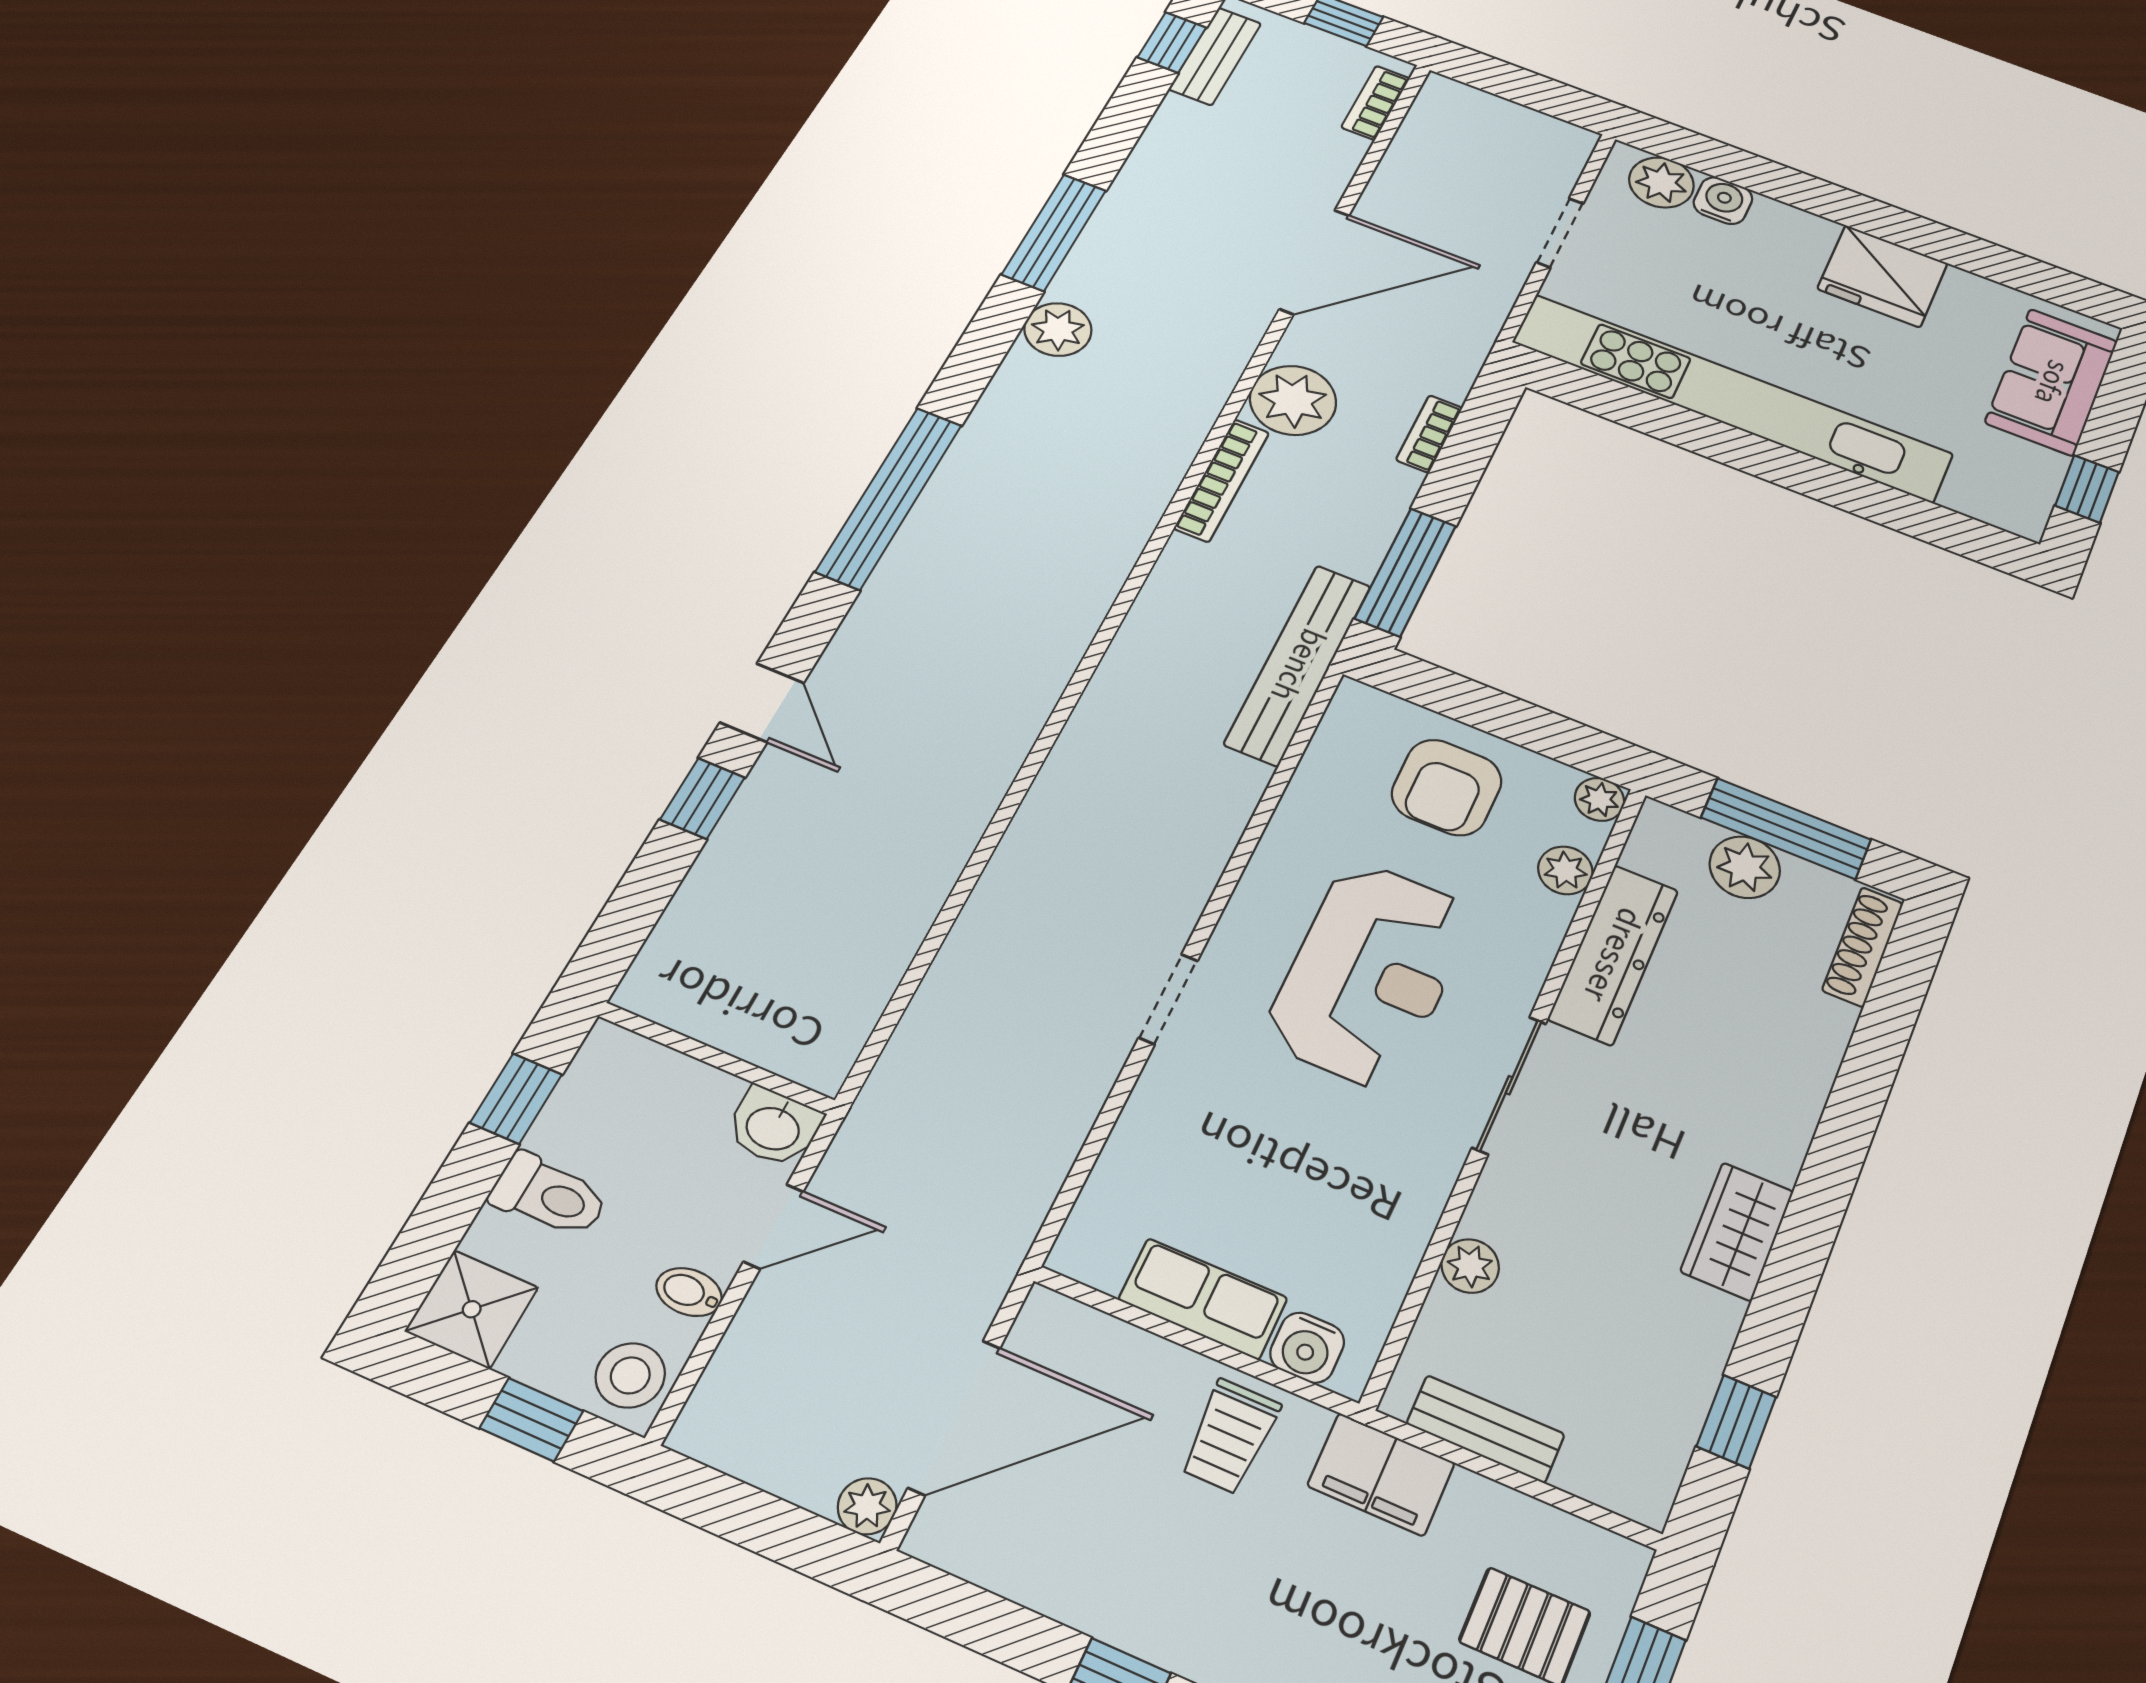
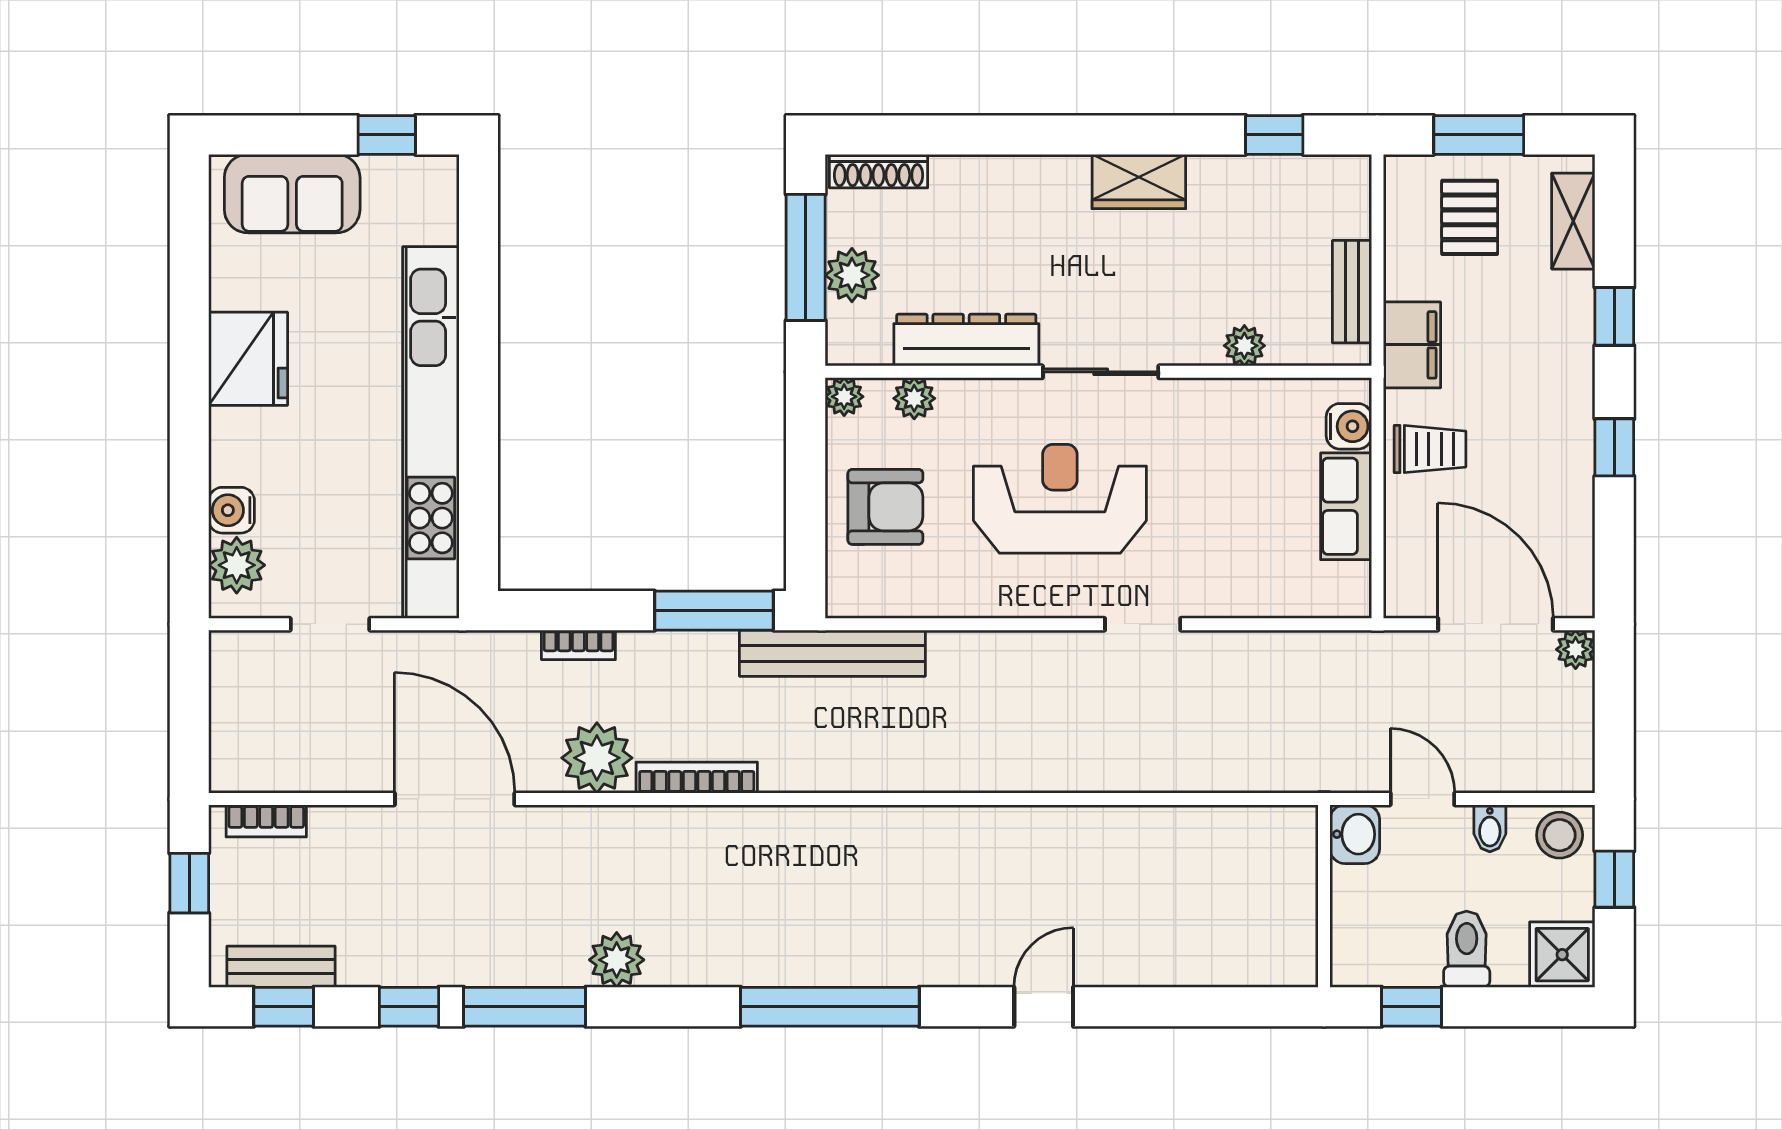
window: (702, 798) -> (409, 1007), moved

